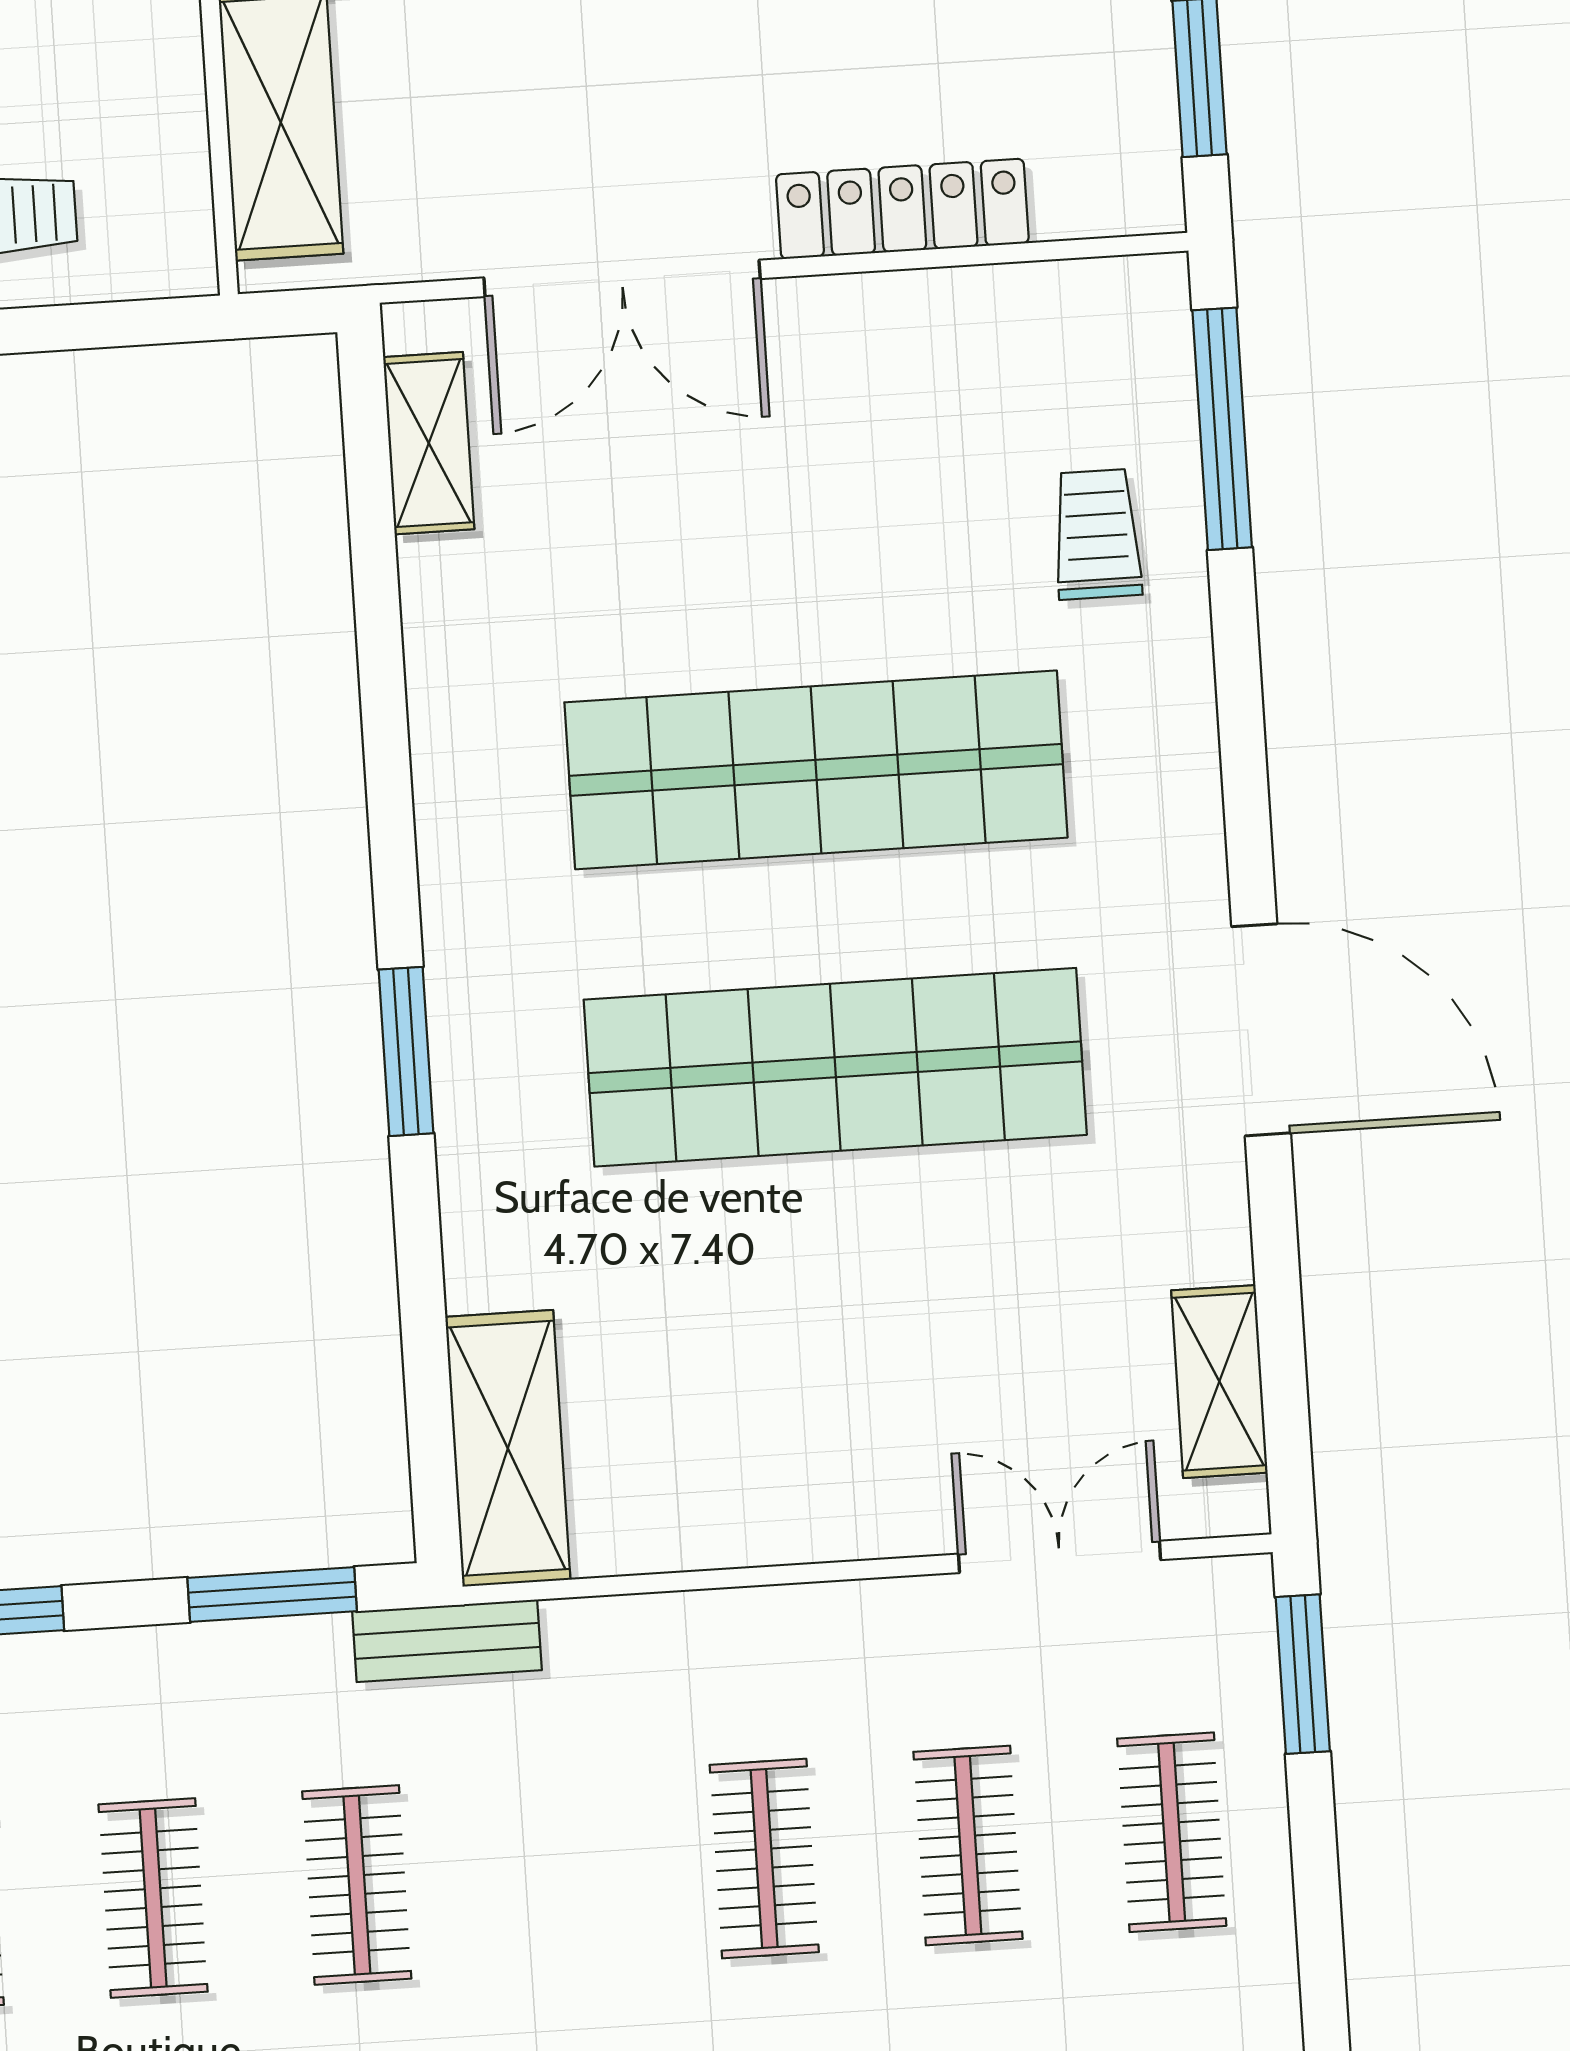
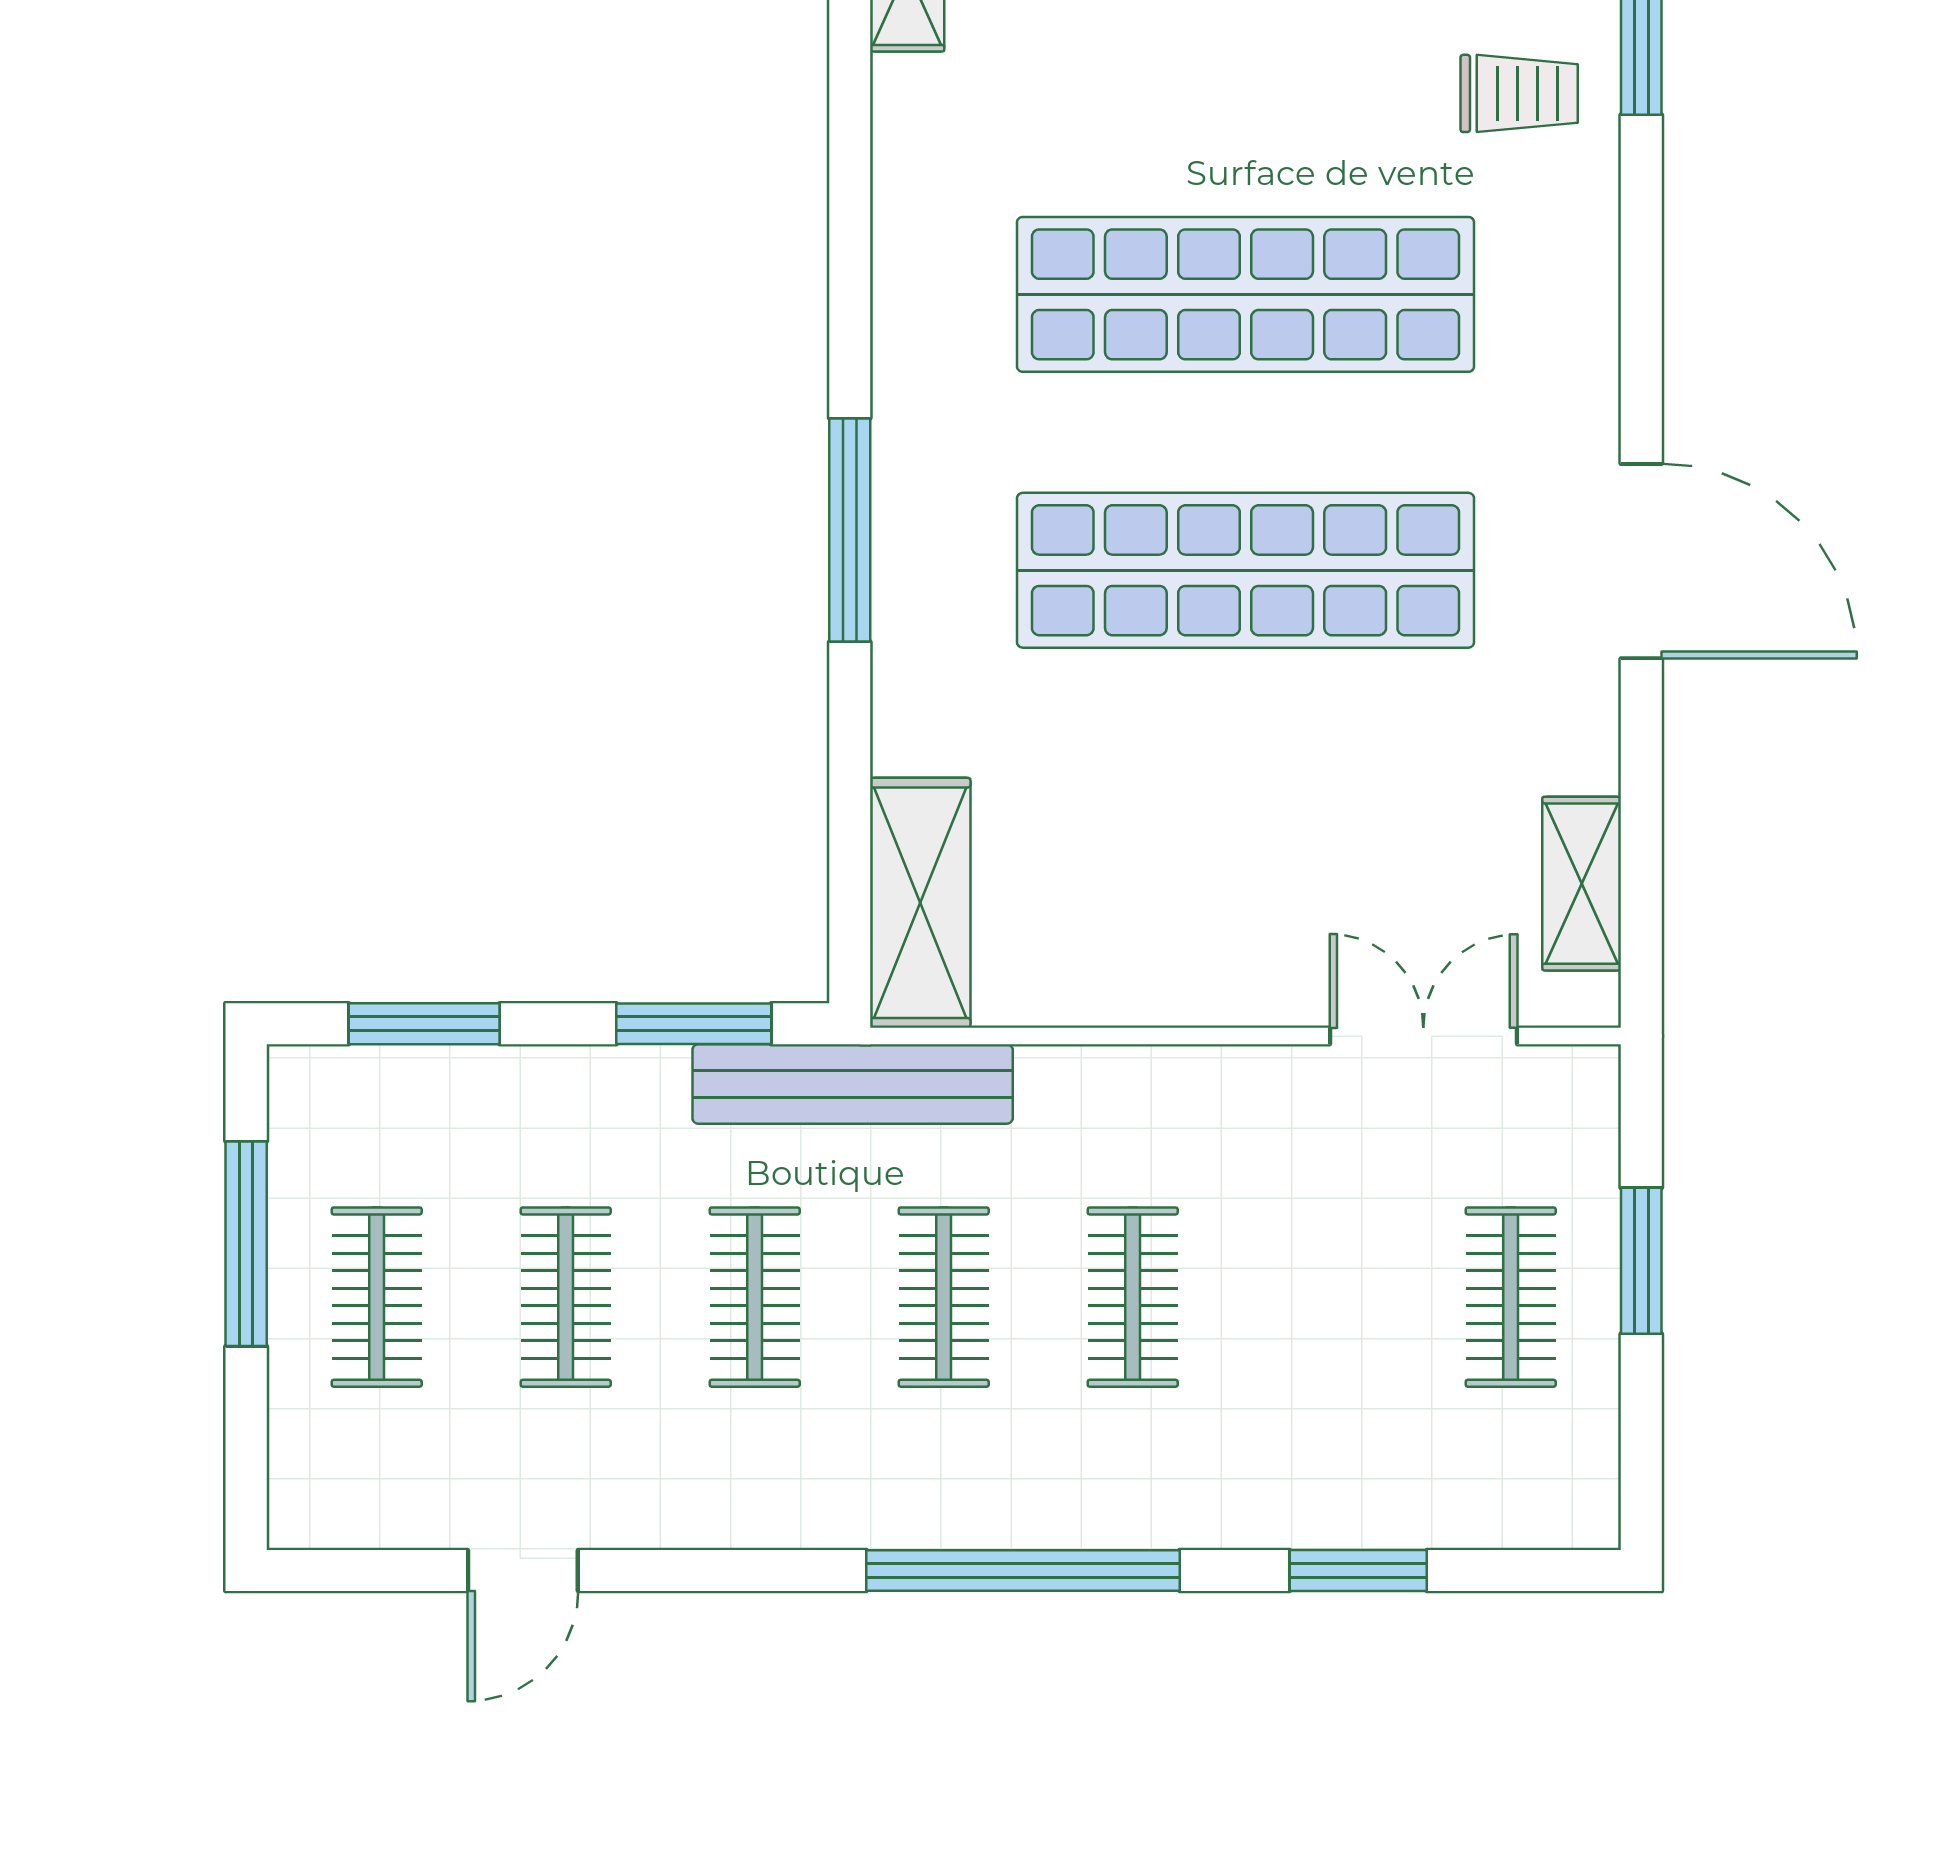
trolley: (1097, 534) -> (1519, 93), turned 90
window: (406, 1051) -> (850, 530), width x1.44
bench: (447, 1641) -> (853, 1084), width x1.86, depth x1.21
window: (1303, 1674) -> (1641, 1261), moved
clothes rail: (968, 1845) -> (944, 1297), moved

